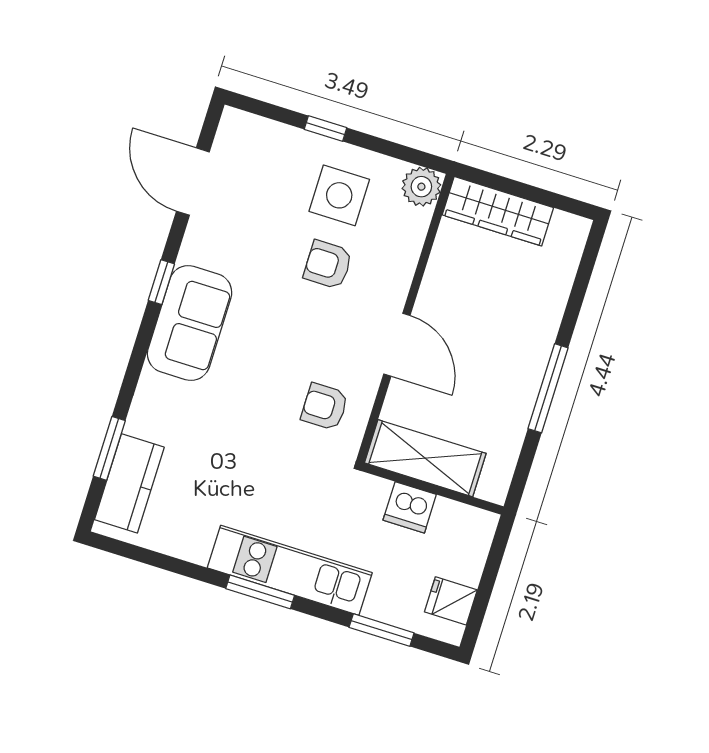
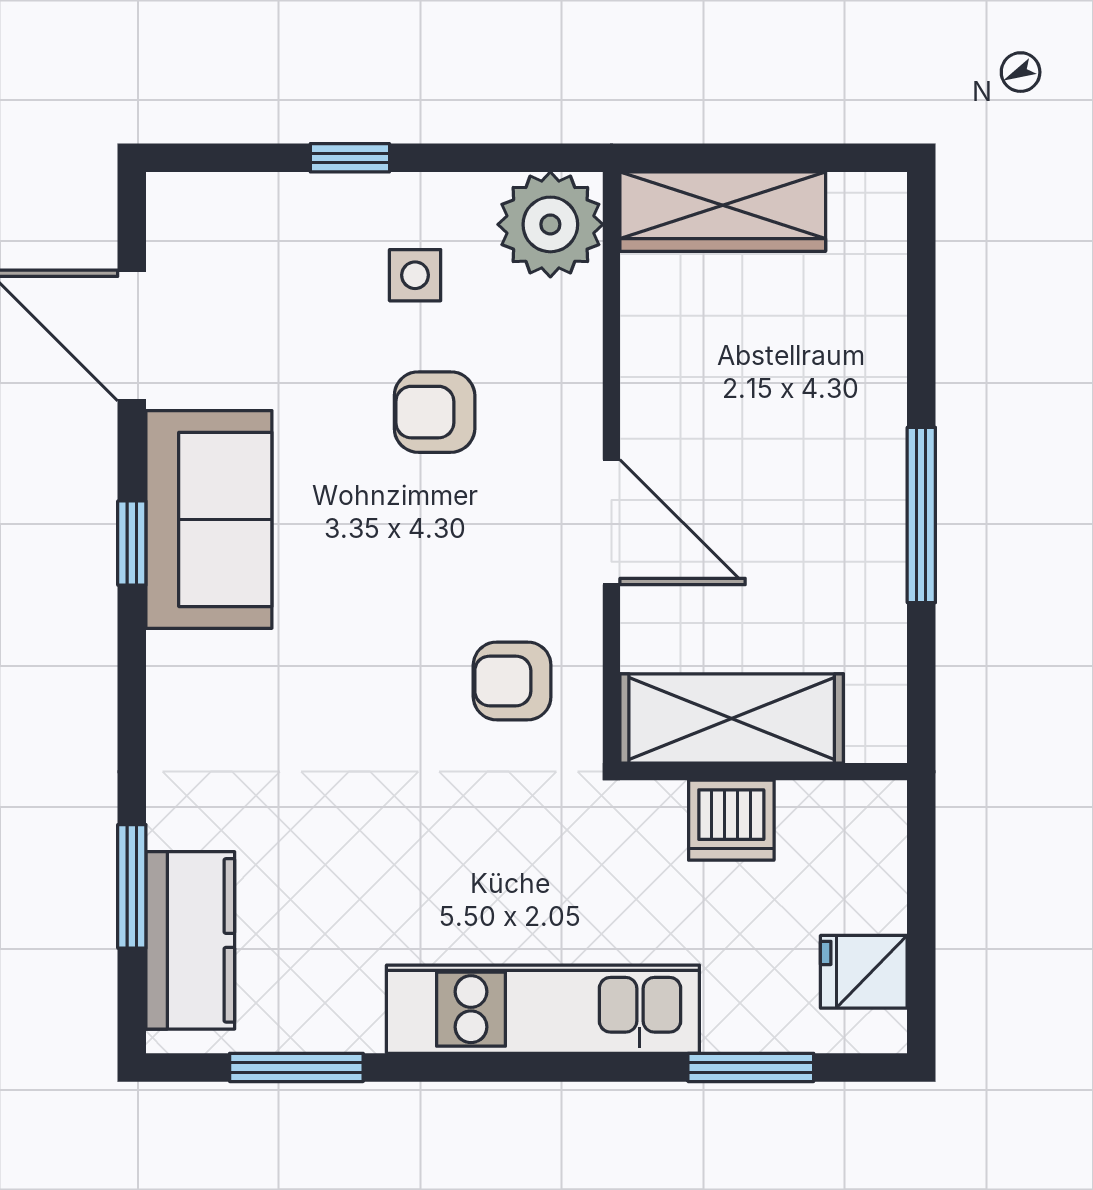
plant: (421, 187) -> (550, 224), width x1.36, depth x1.36
side table: (339, 195) -> (415, 275), width x0.54, depth x0.54
sofa: (190, 323) -> (209, 519), moved
window: (260, 592) -> (296, 1067), moved

